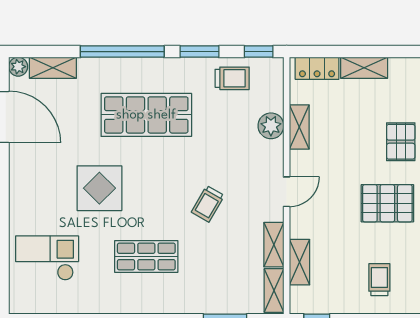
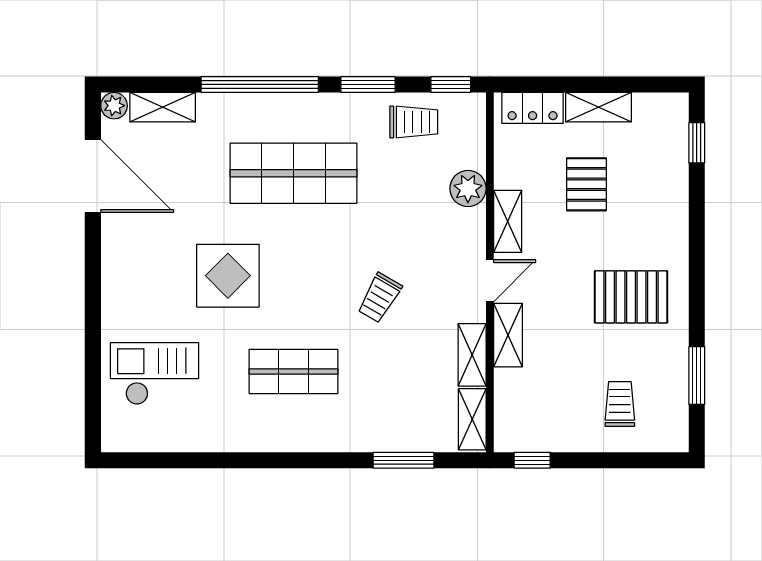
shelving: (299, 127) -> (508, 221), moved
pallet: (401, 142) -> (586, 184), moved
shelving: (300, 262) -> (508, 335), moved

